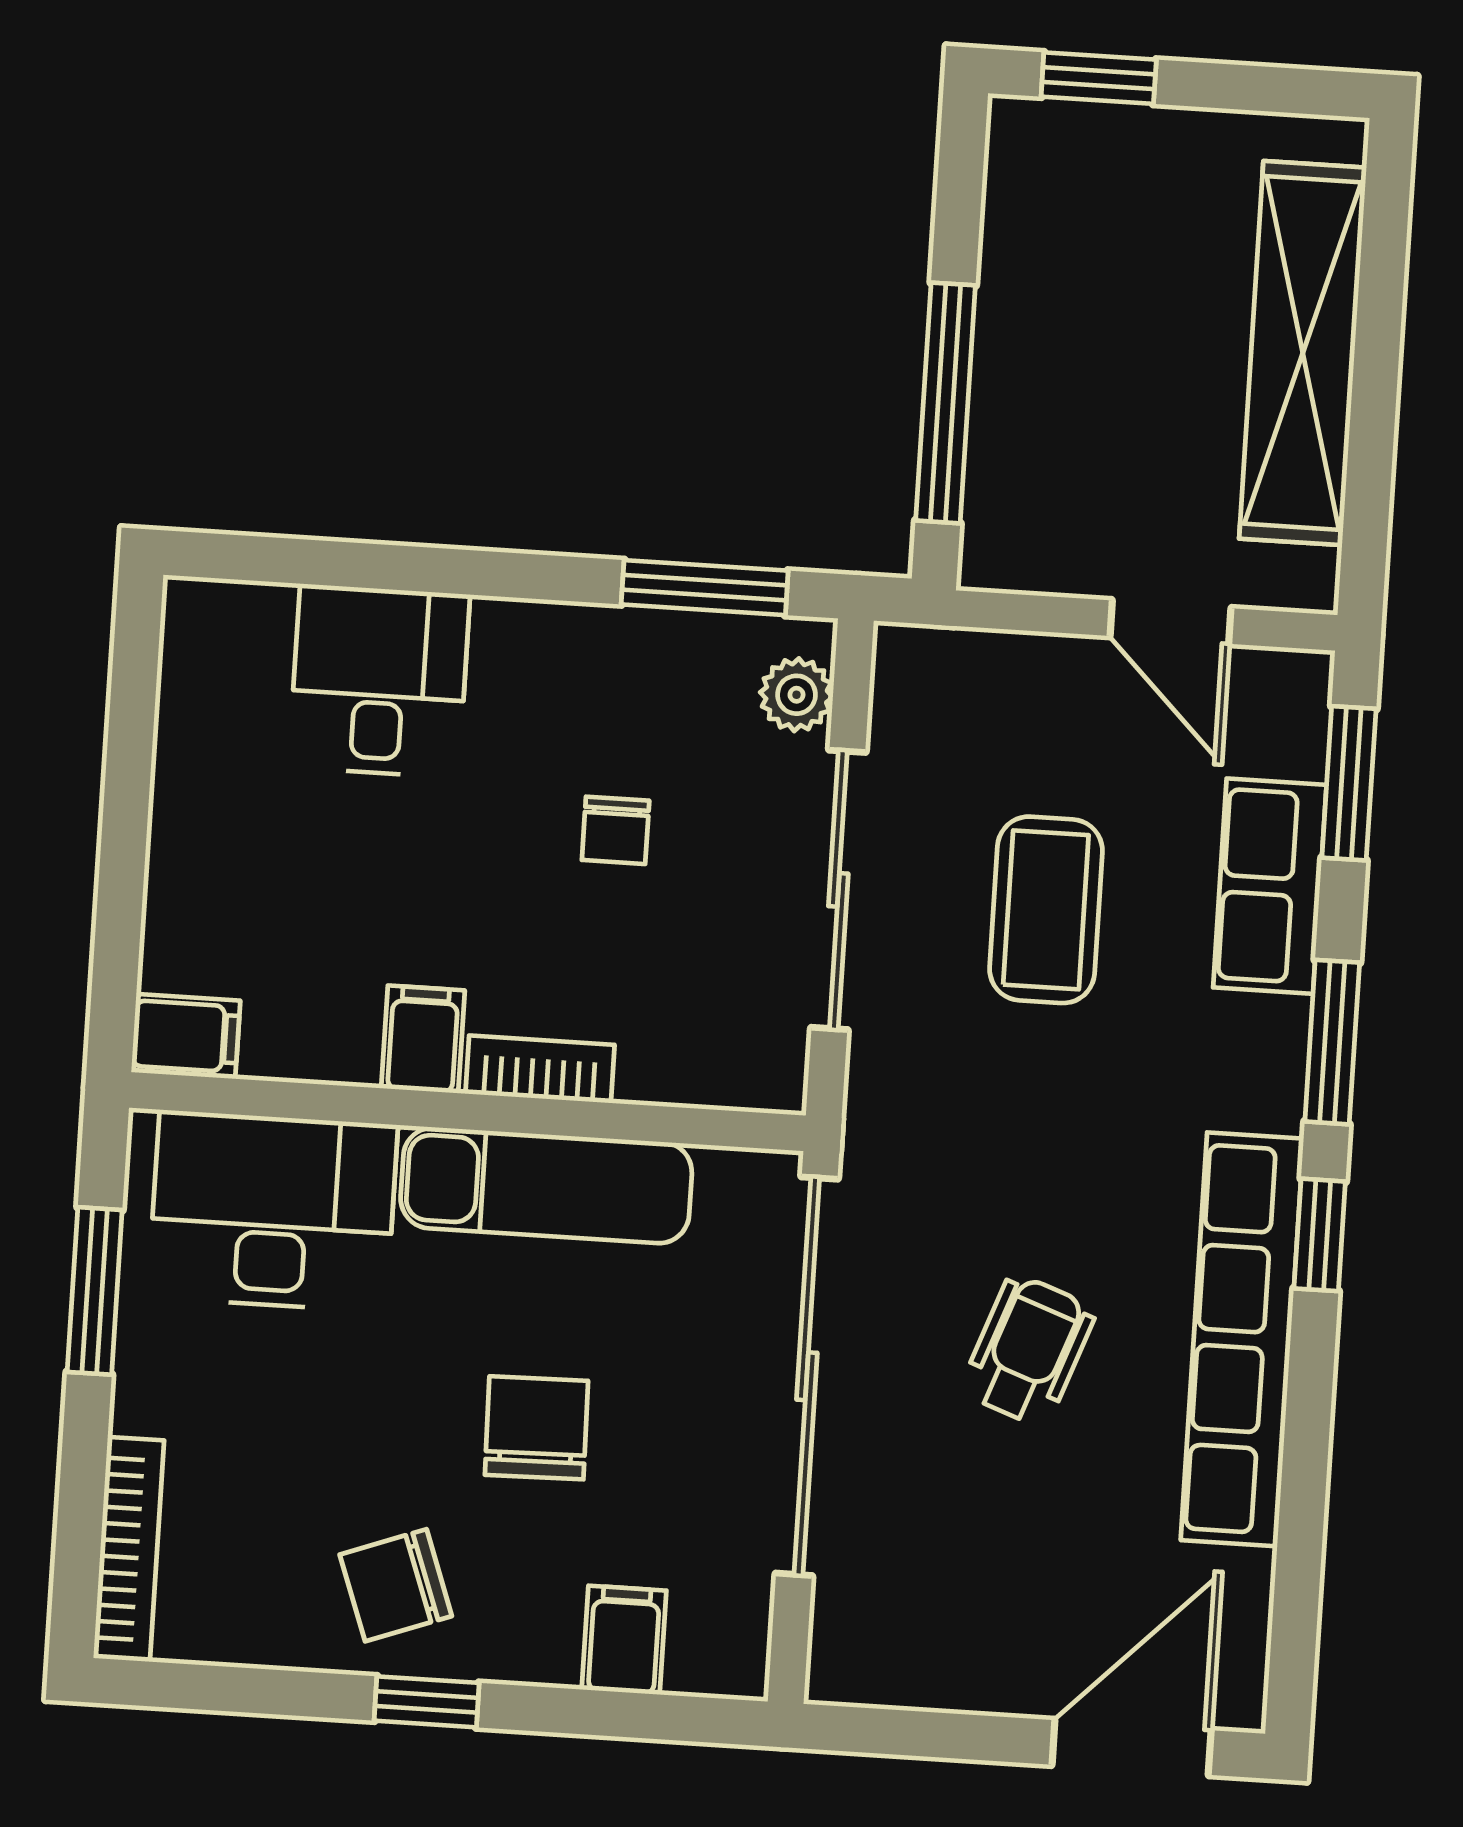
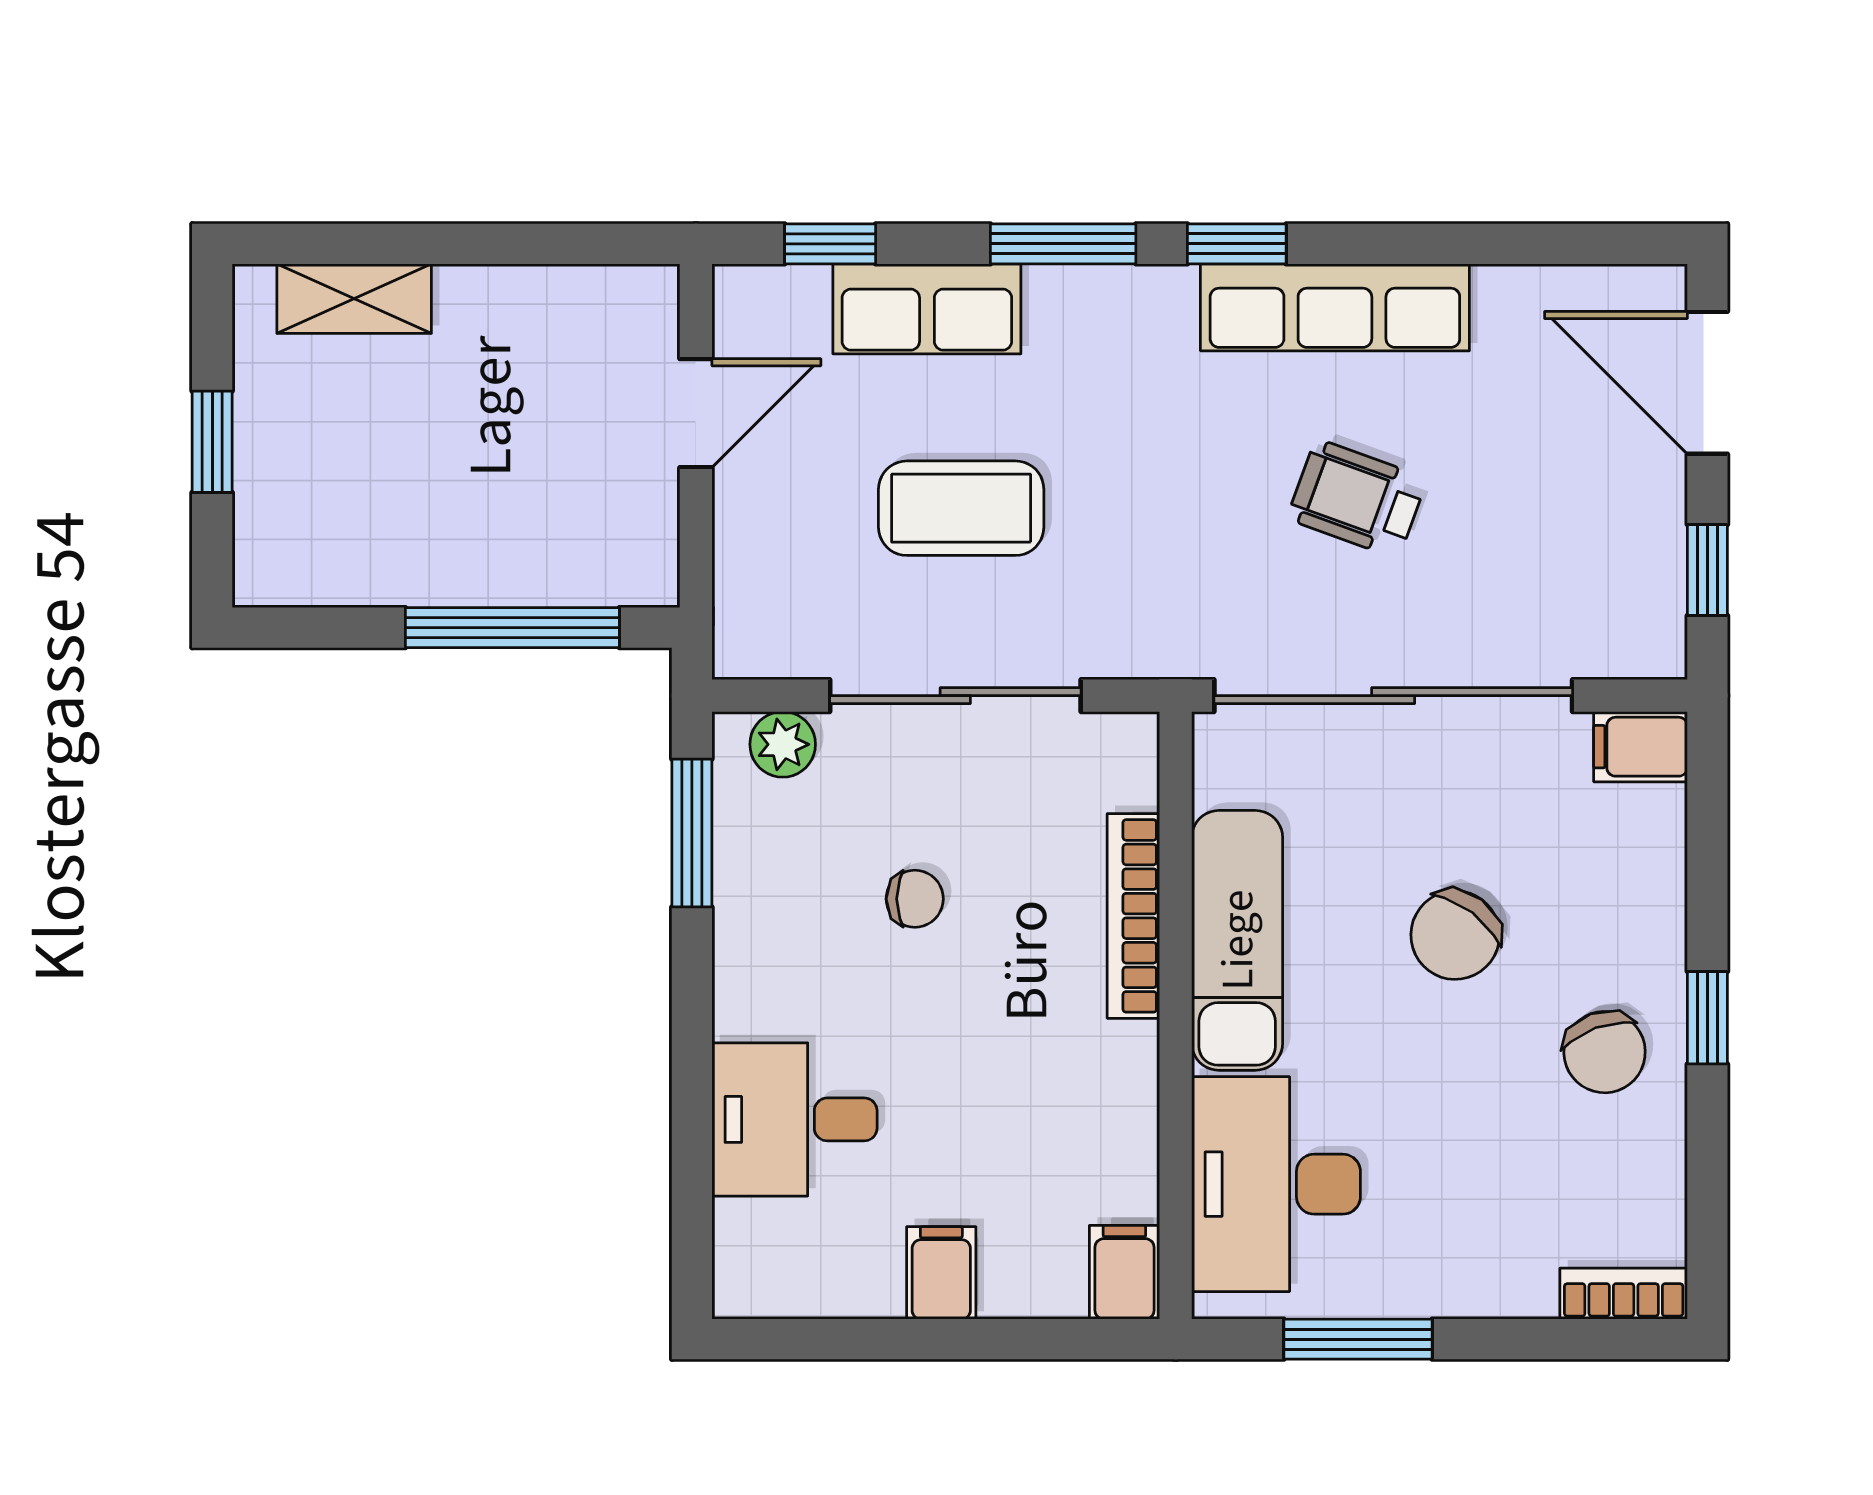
window: (1099, 78) -> (212, 442), moved
shelving: (1303, 353) -> (354, 299), width x0.45, depth x0.75
window: (1349, 783) -> (830, 244), width x0.67
filing cabinet: (423, 1039) -> (941, 1273), moved, turned 90
bookcase: (540, 1069) -> (1133, 916), width x1.56
row of seats: (1242, 1339) -> (1335, 307), width x0.73
chair: (536, 1428) -> (1455, 935), turned -52
bookcase: (129, 1549) -> (1624, 1294), width x0.64
filing cabinet: (624, 1640) -> (1641, 747), moved
window: (924, 1734) -> (1707, 570), added

